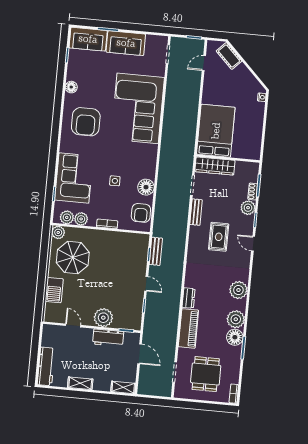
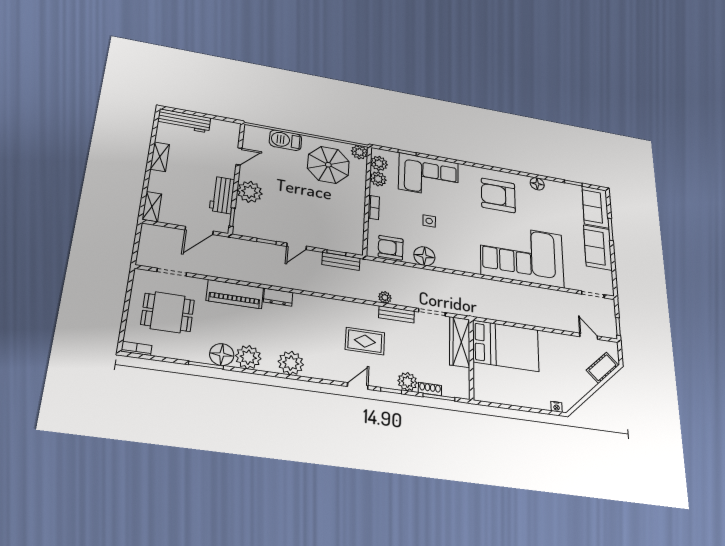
plant: (183, 220) -> (385, 297), added

